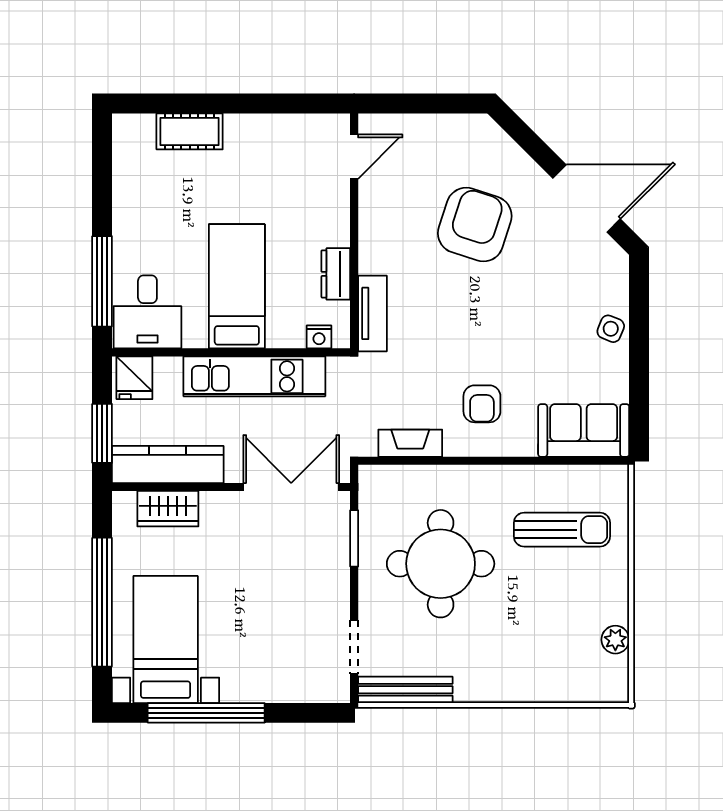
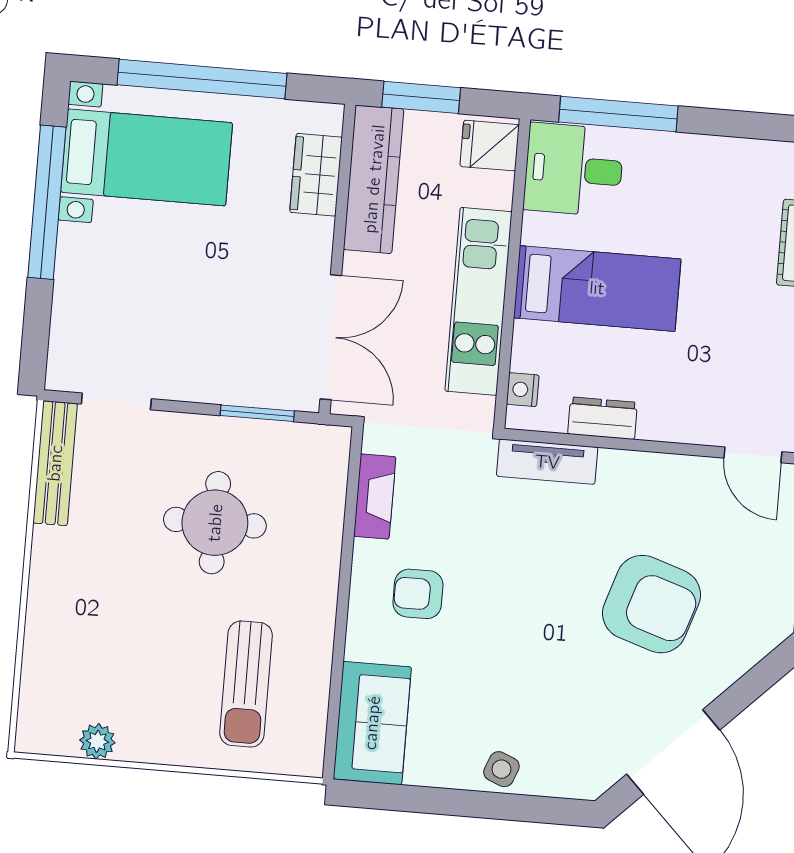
round table: (441, 564) -> (215, 523), width x0.73, depth x0.73

